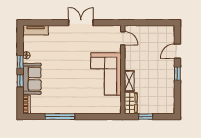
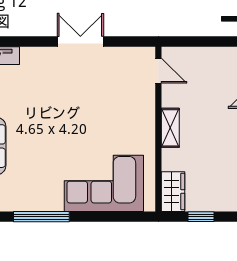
corner sofa: (106, 74) -> (104, 183), moved, turned 90
shelving: (129, 81) -> (170, 128), moved

